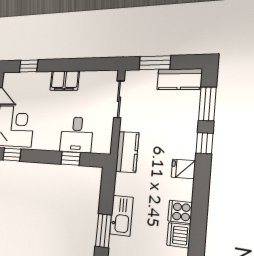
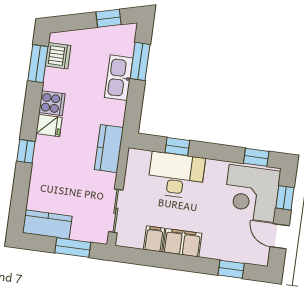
filing cabinet: (87, 80) -> (154, 239), added
window: (207, 104) -> (38, 64), moved
desk: (77, 135) -> (176, 175), width x1.37
cooker: (180, 212) -> (52, 103), moved

